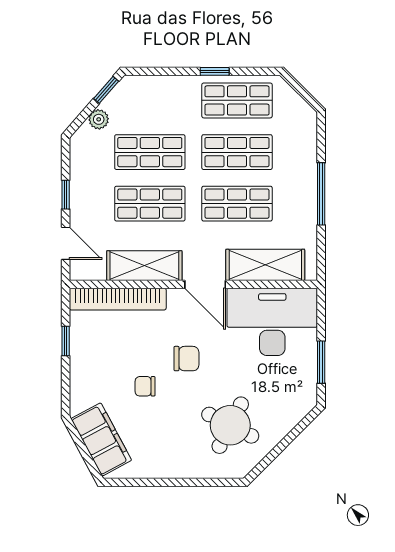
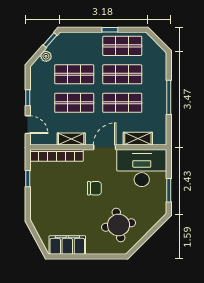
shelving: (265, 265) -> (138, 139), width x0.67, depth x0.75
shelving: (144, 266) -> (71, 139), width x0.67, depth x0.75
door: (205, 284) -> (105, 147), swing flipped
chair: (145, 386) -> (72, 204), removed
round table: (230, 425) -> (119, 225), turned -37
filing cabinet: (101, 439) -> (67, 245), moved, turned -62

